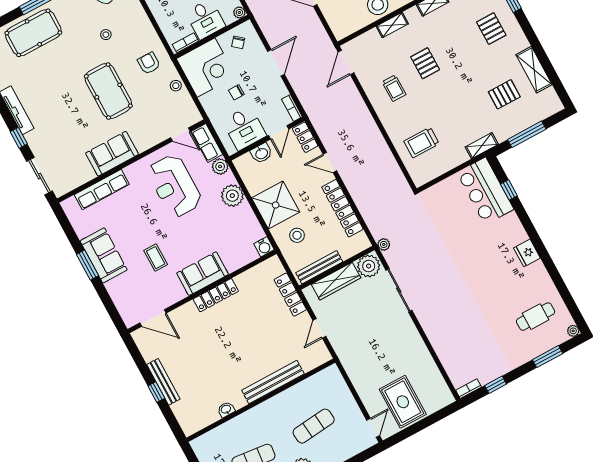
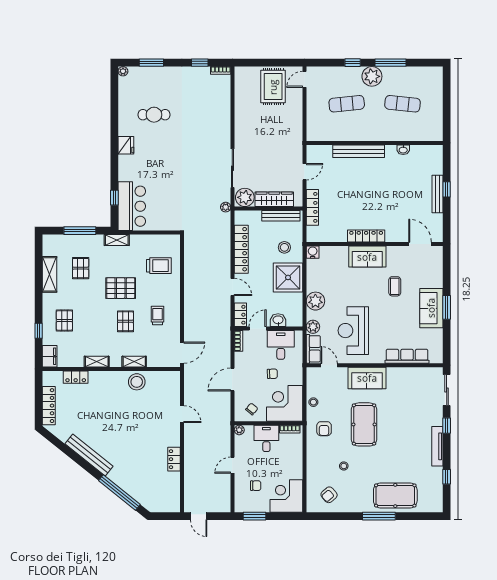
pallet: (504, 94) -> (81, 268), turned 90
pallet: (449, 96) -> (121, 288), added
sofa: (112, 154) -> (367, 378), moved
reception desk: (175, 186) -> (353, 331), turned 180
cafe table: (536, 317) -> (154, 115), moved

